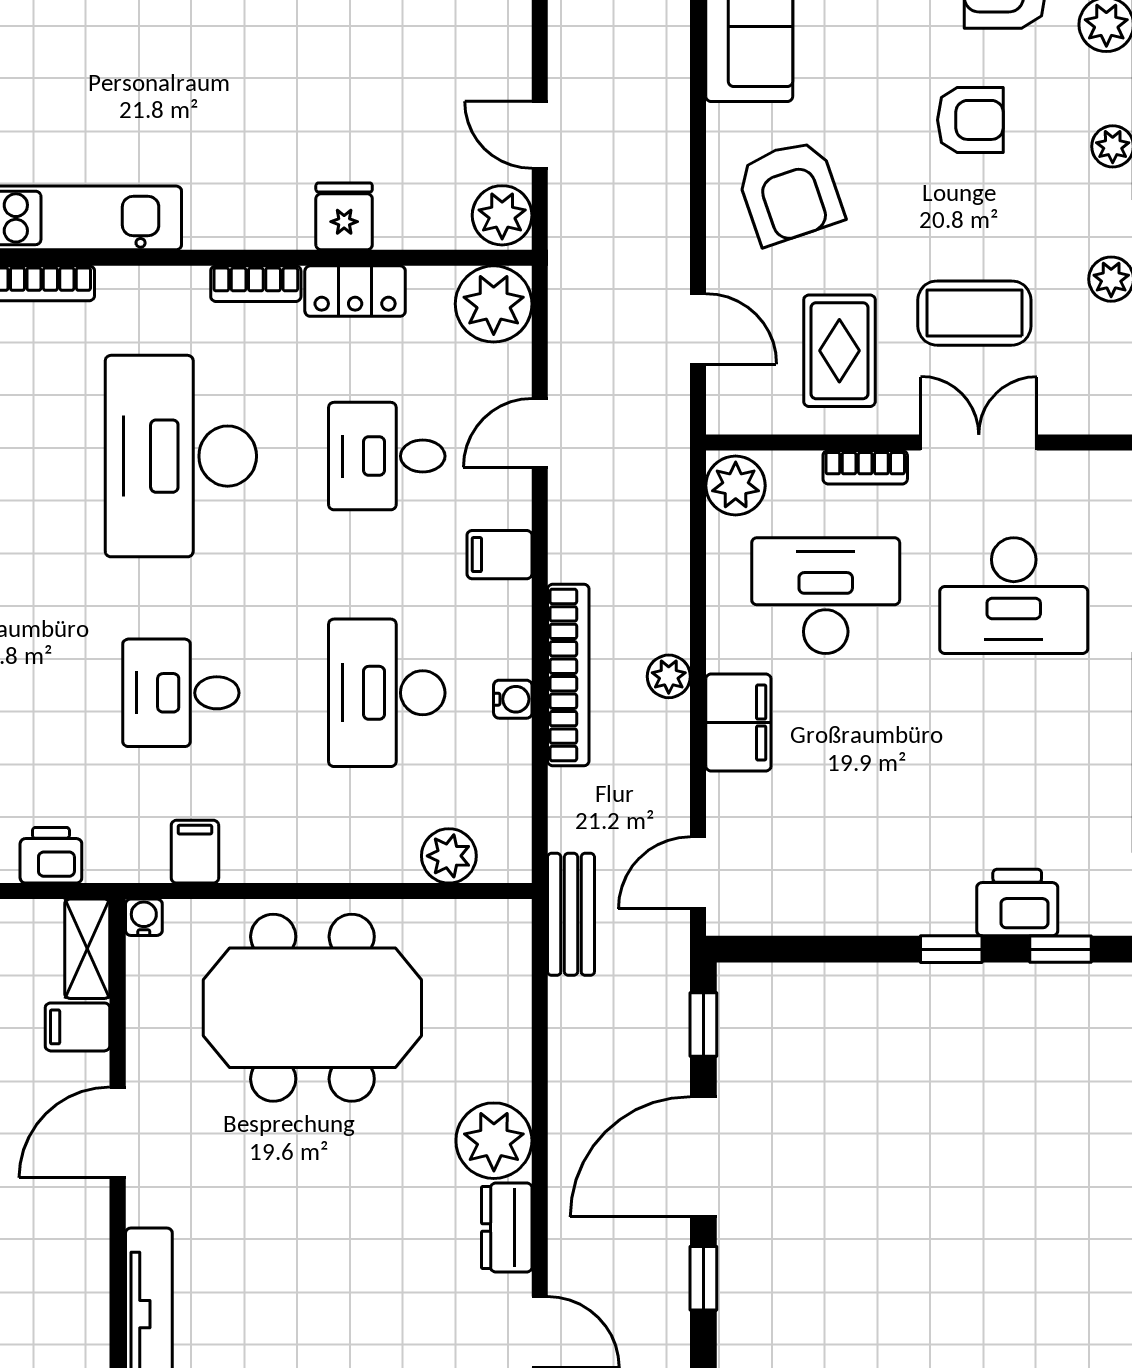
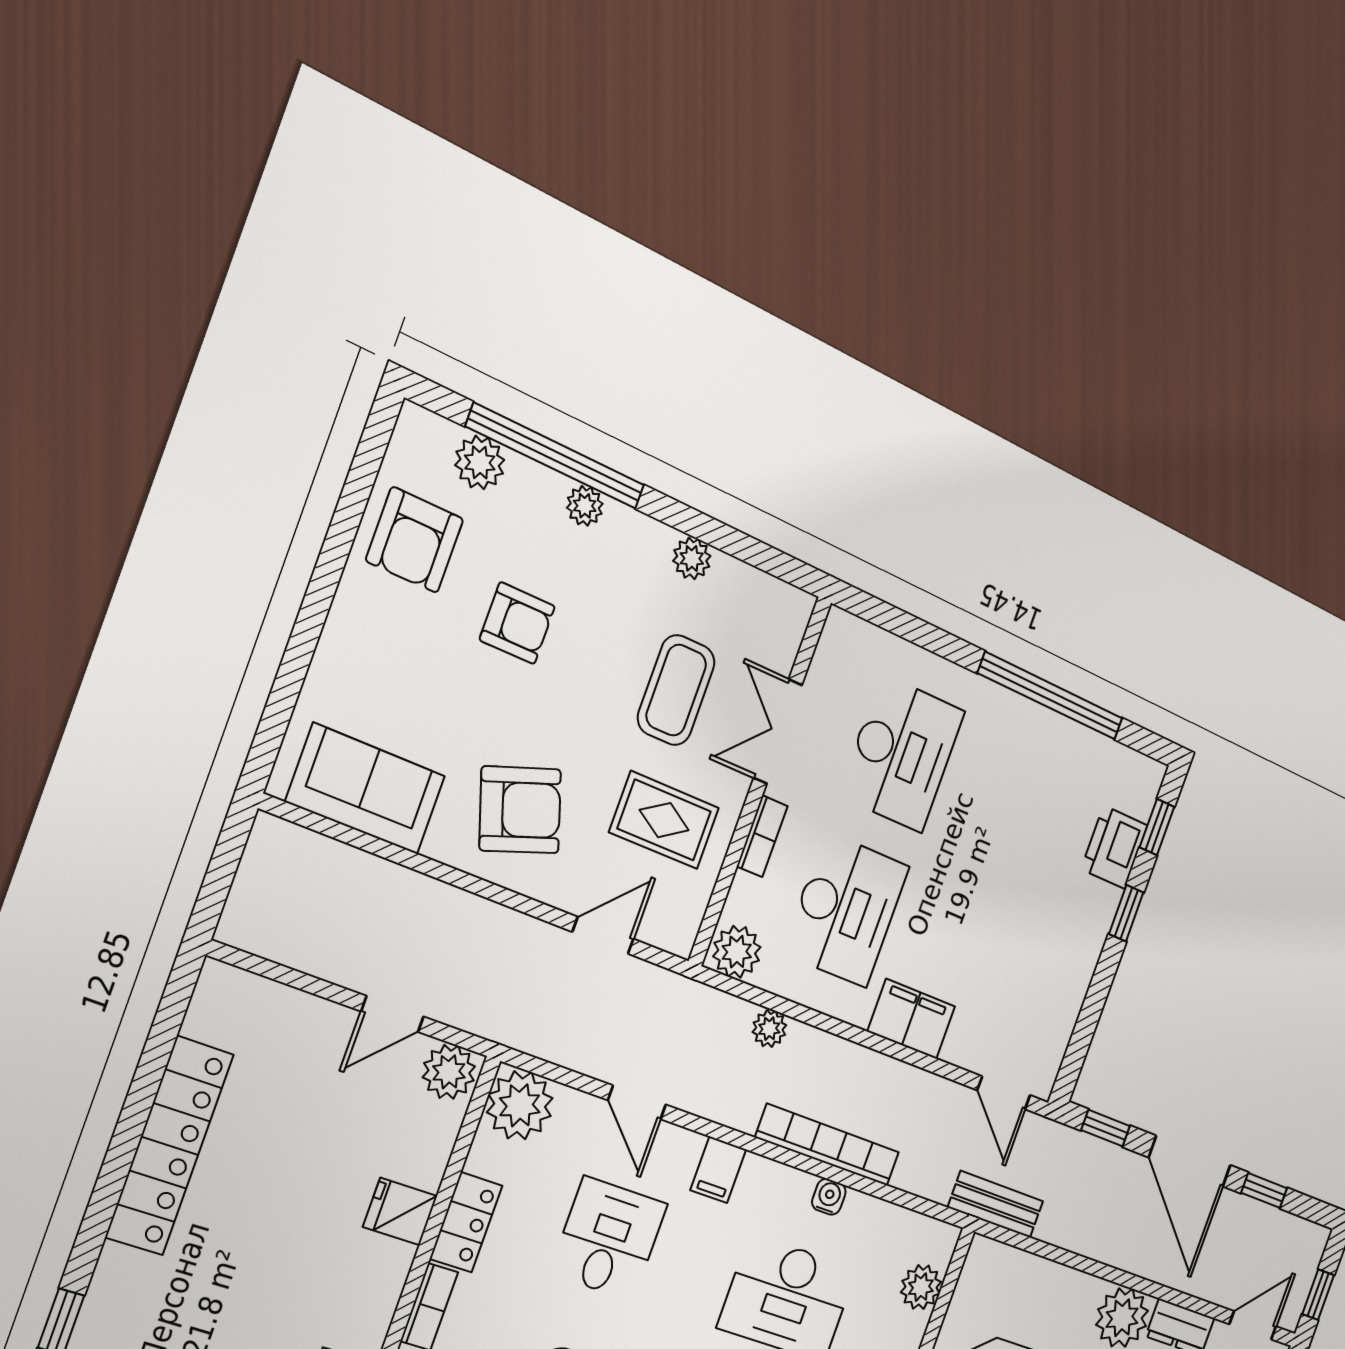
armchair: (970, 120) -> (517, 623), turned 90
desk: (387, 456) -> (609, 1239), turned 180
desk: (826, 596) -> (846, 910), turned 180
plant: (669, 676) -> (769, 1029), moved

